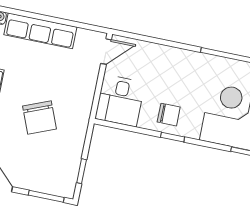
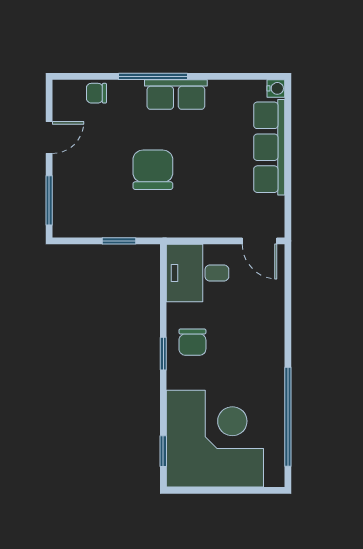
chair: (39, 118) -> (153, 170), turned 112
window: (82, 171) -> (119, 241), moved

